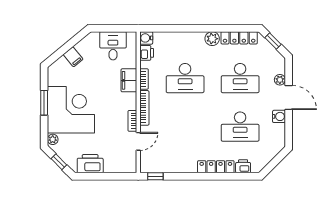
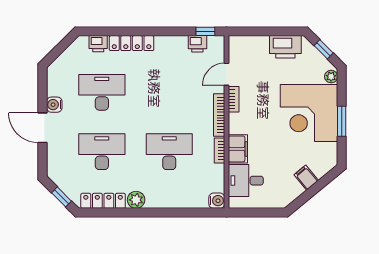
desk: (113, 46) -> (246, 181), moved, turned 90
printer: (147, 53) -> (197, 44), moved, turned -90
plant: (280, 80) -> (53, 150), removed

